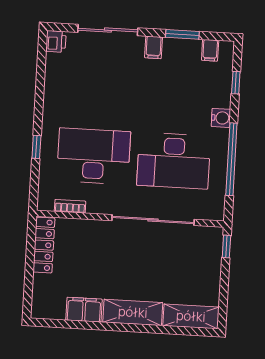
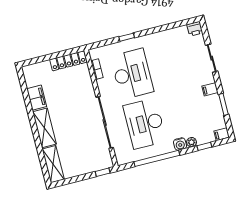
sliding door: (108, 30) -> (212, 58), width x0.73
filing cabinet: (210, 50) -> (222, 134), moved
plant: (224, 100) -> (192, 142), added

